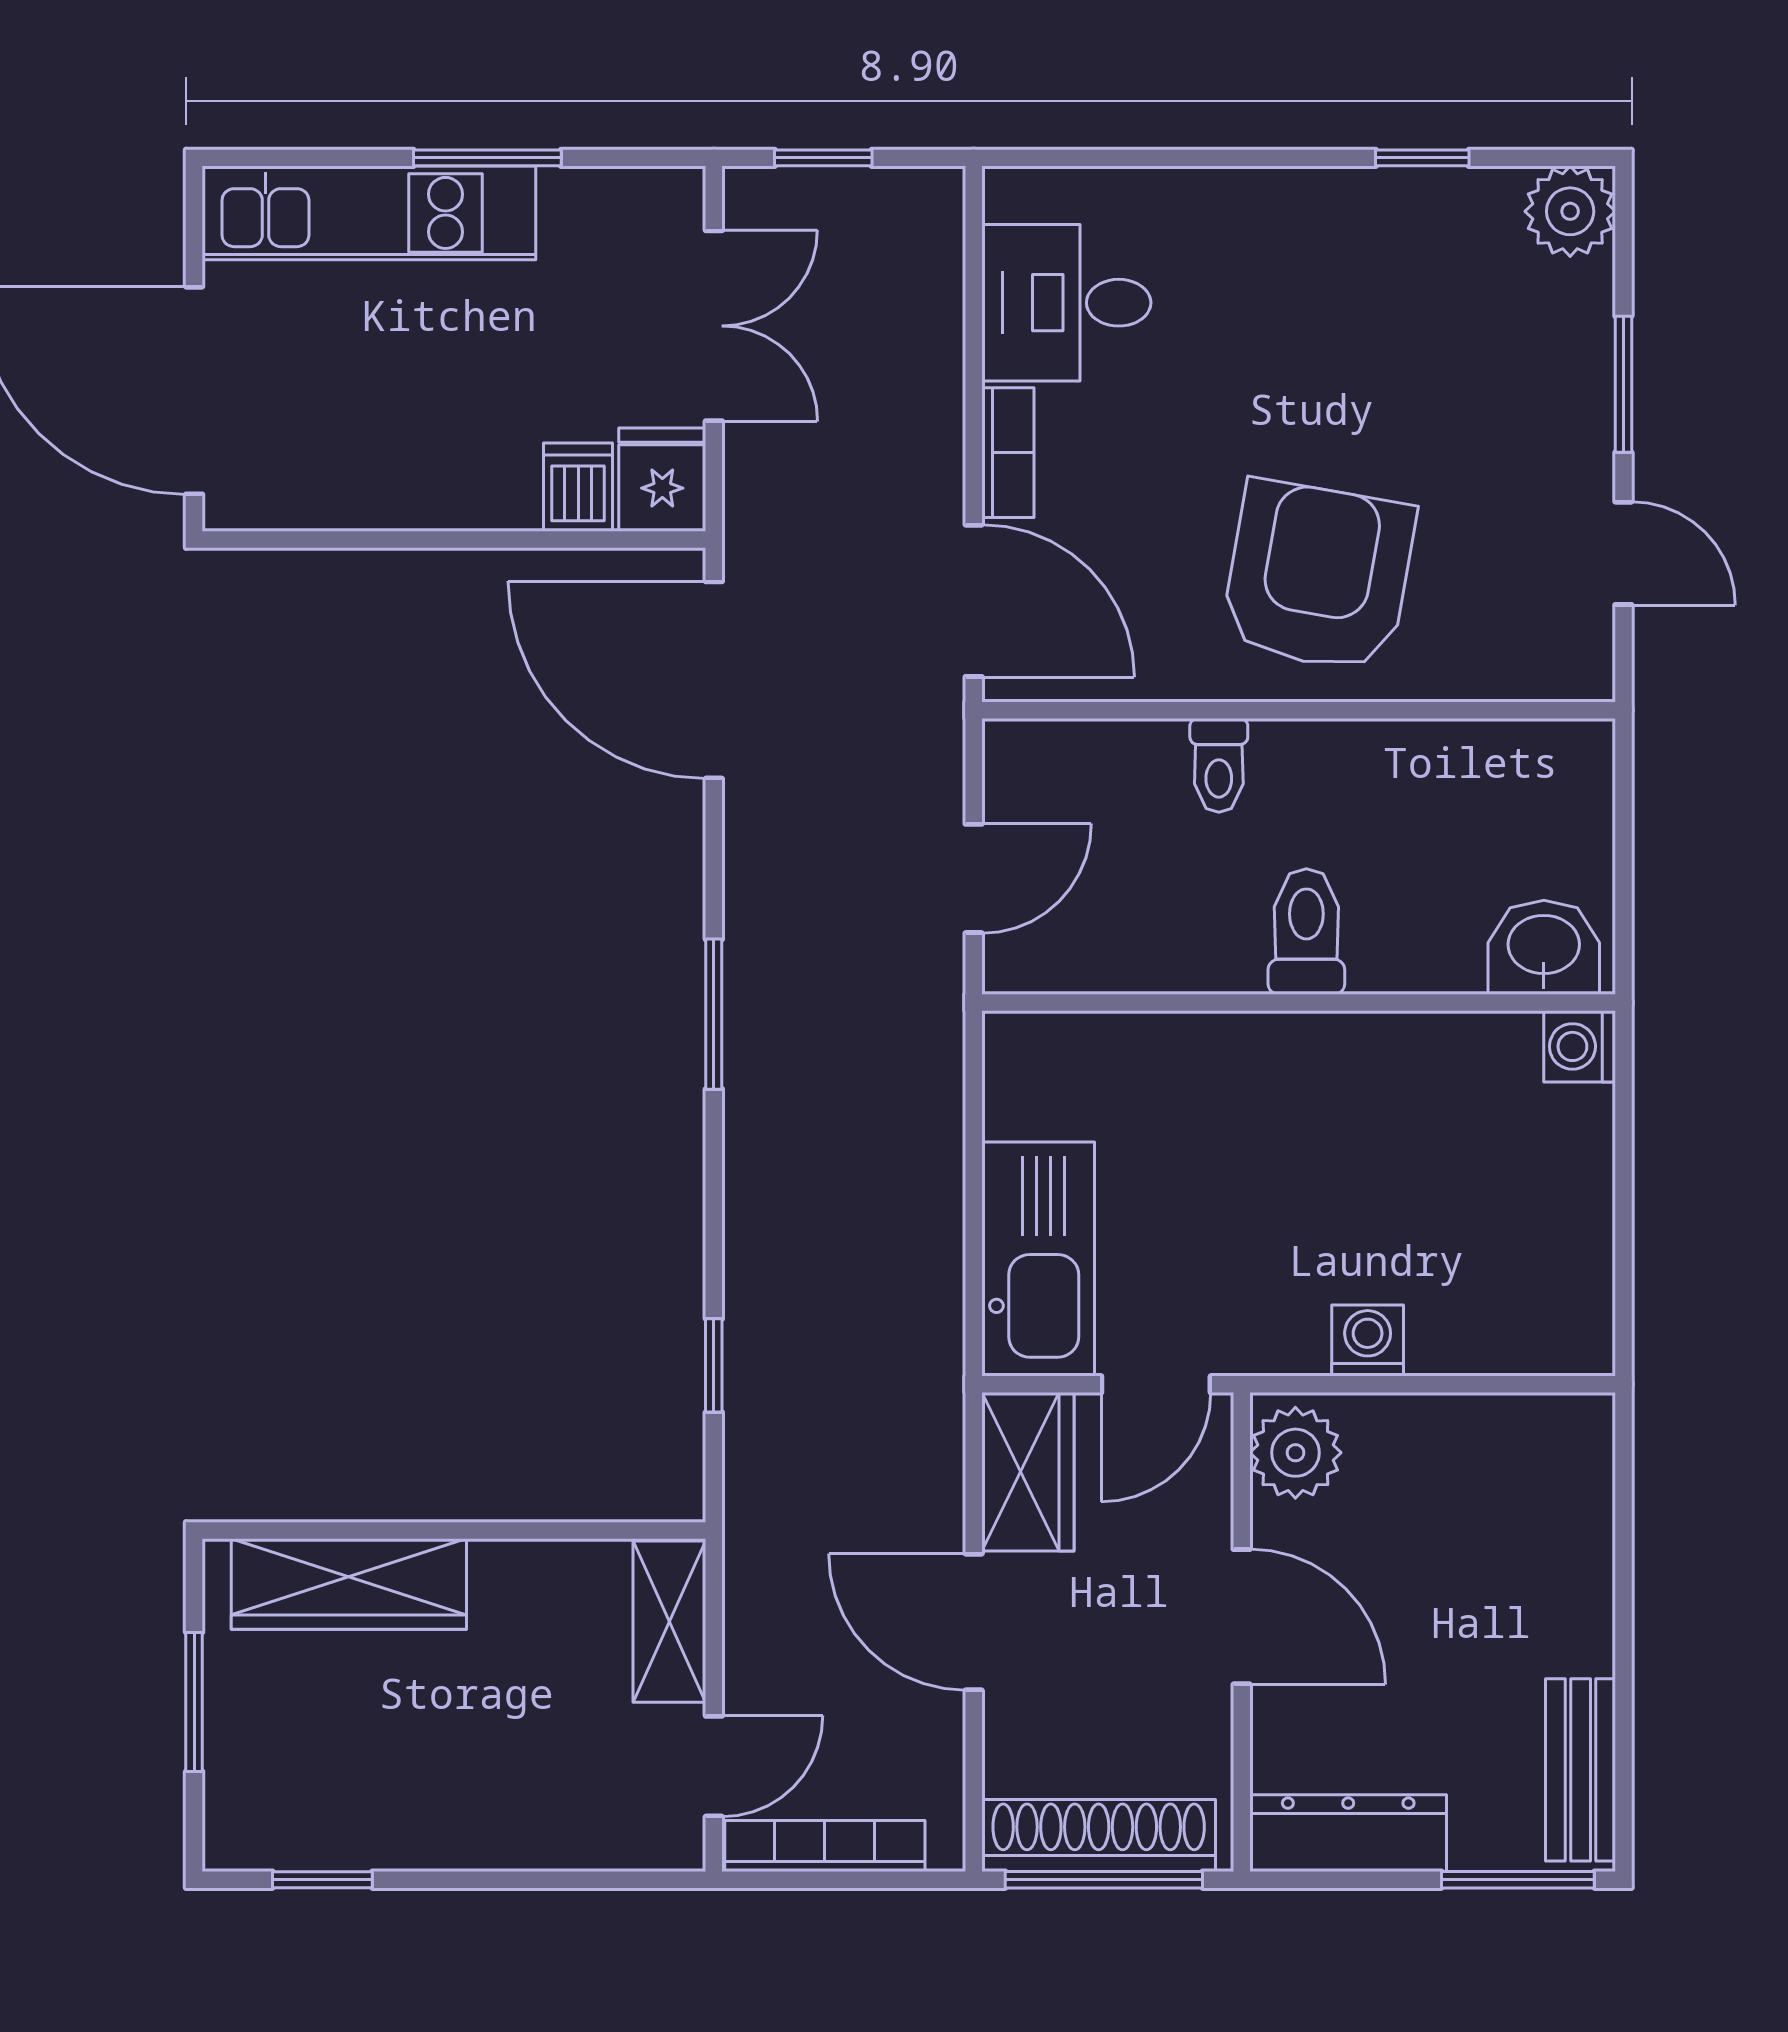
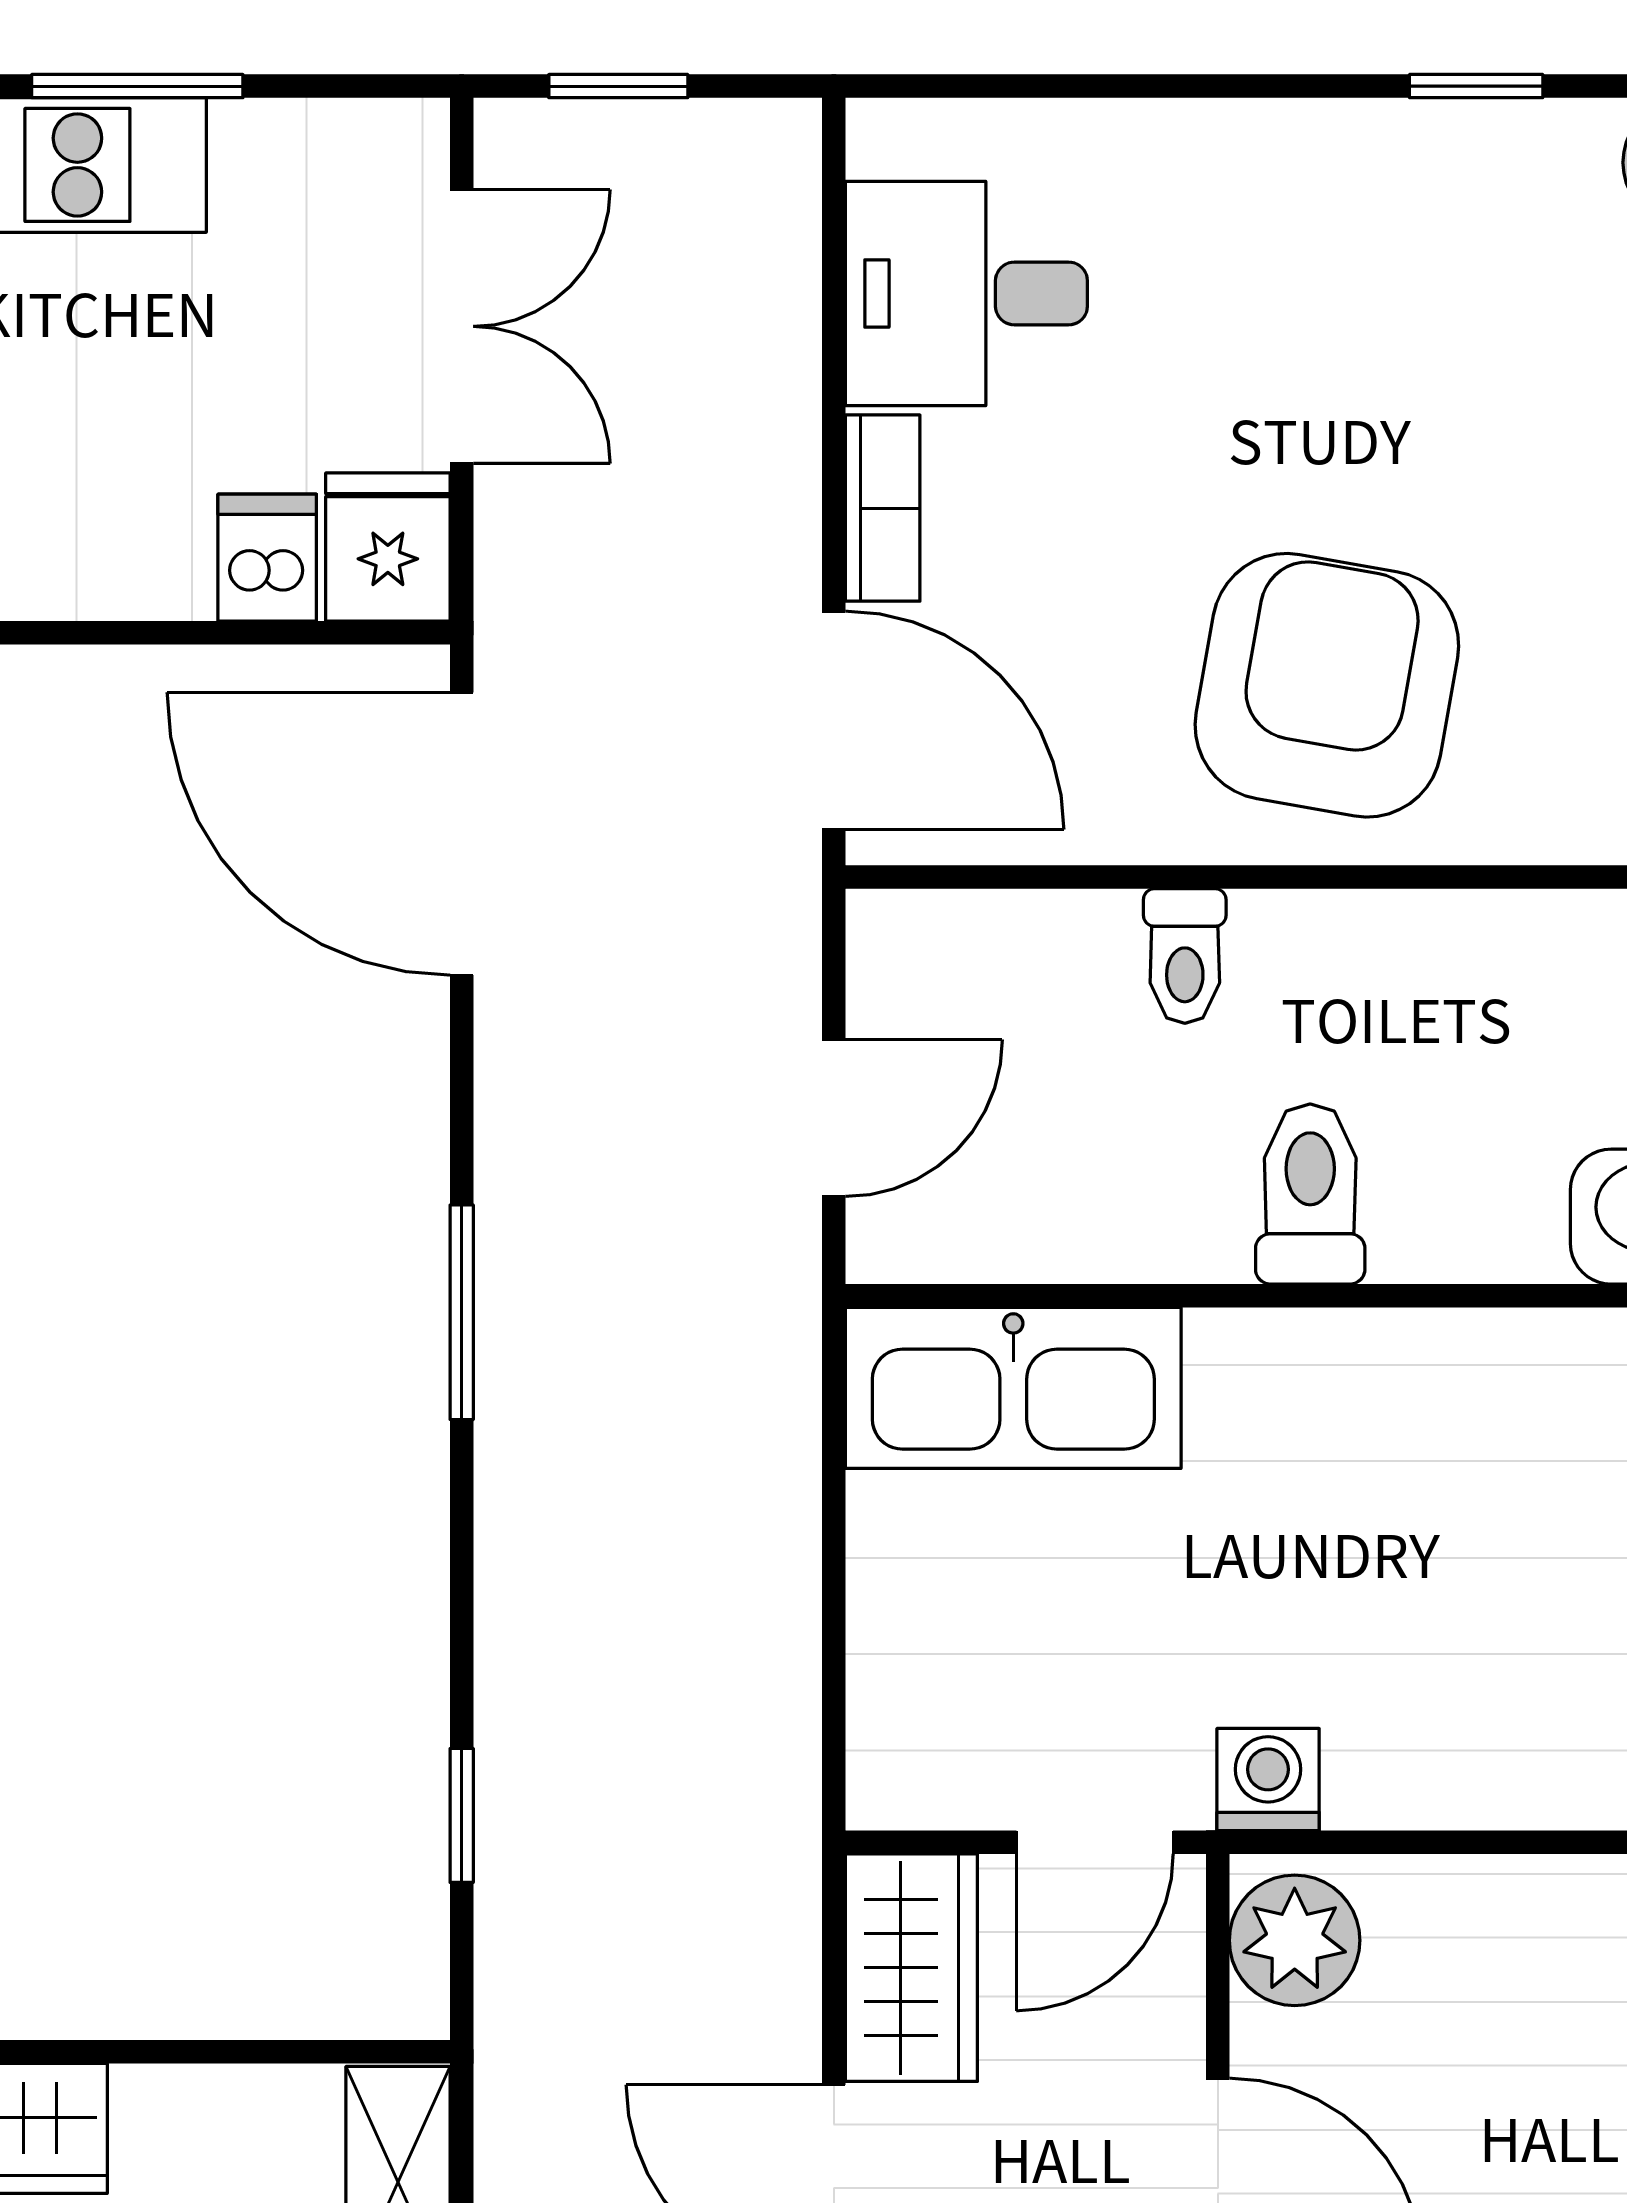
kitchen sink: (1038, 1259) -> (1013, 1388), moved, turned 90
washing machine: (1368, 1340) -> (1268, 1780), moved

